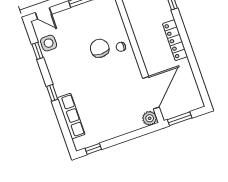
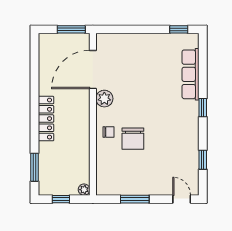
side table: (49, 43) -> (187, 164), removed
plant: (150, 118) -> (104, 99), moved

